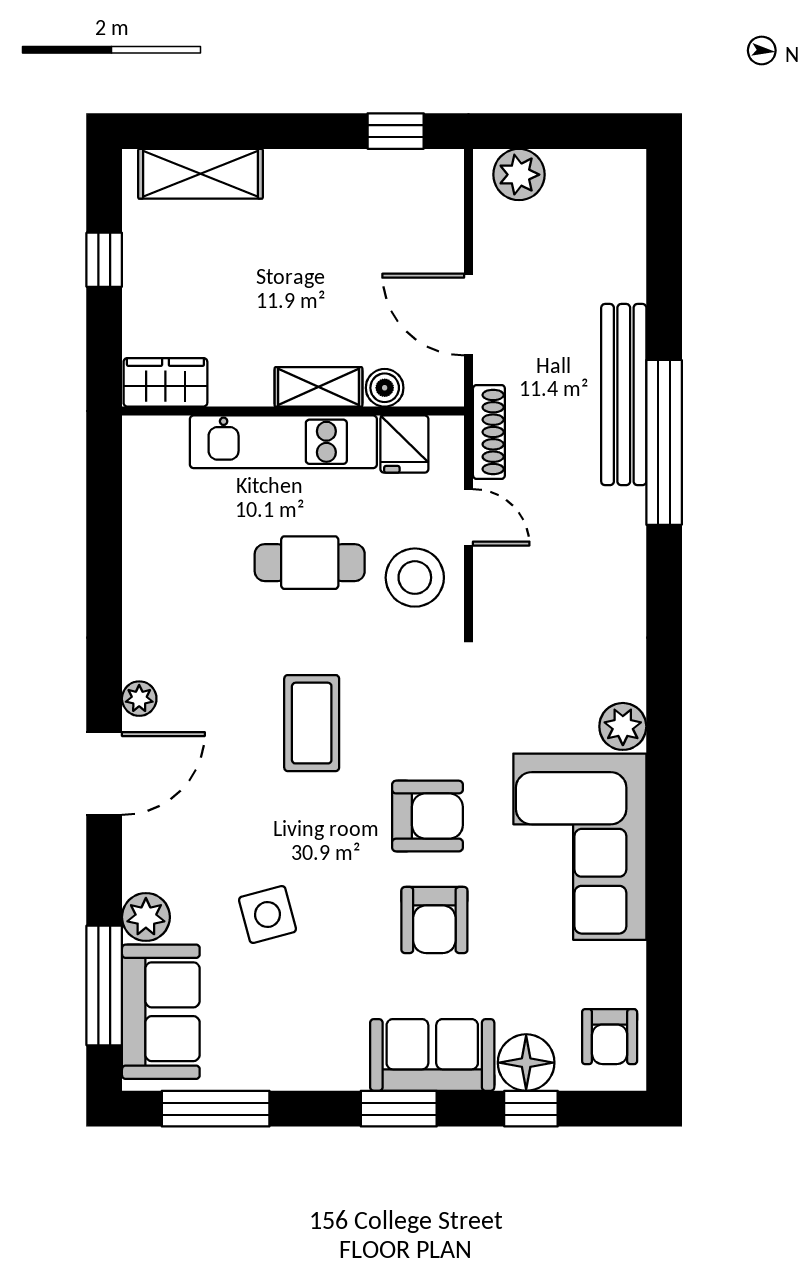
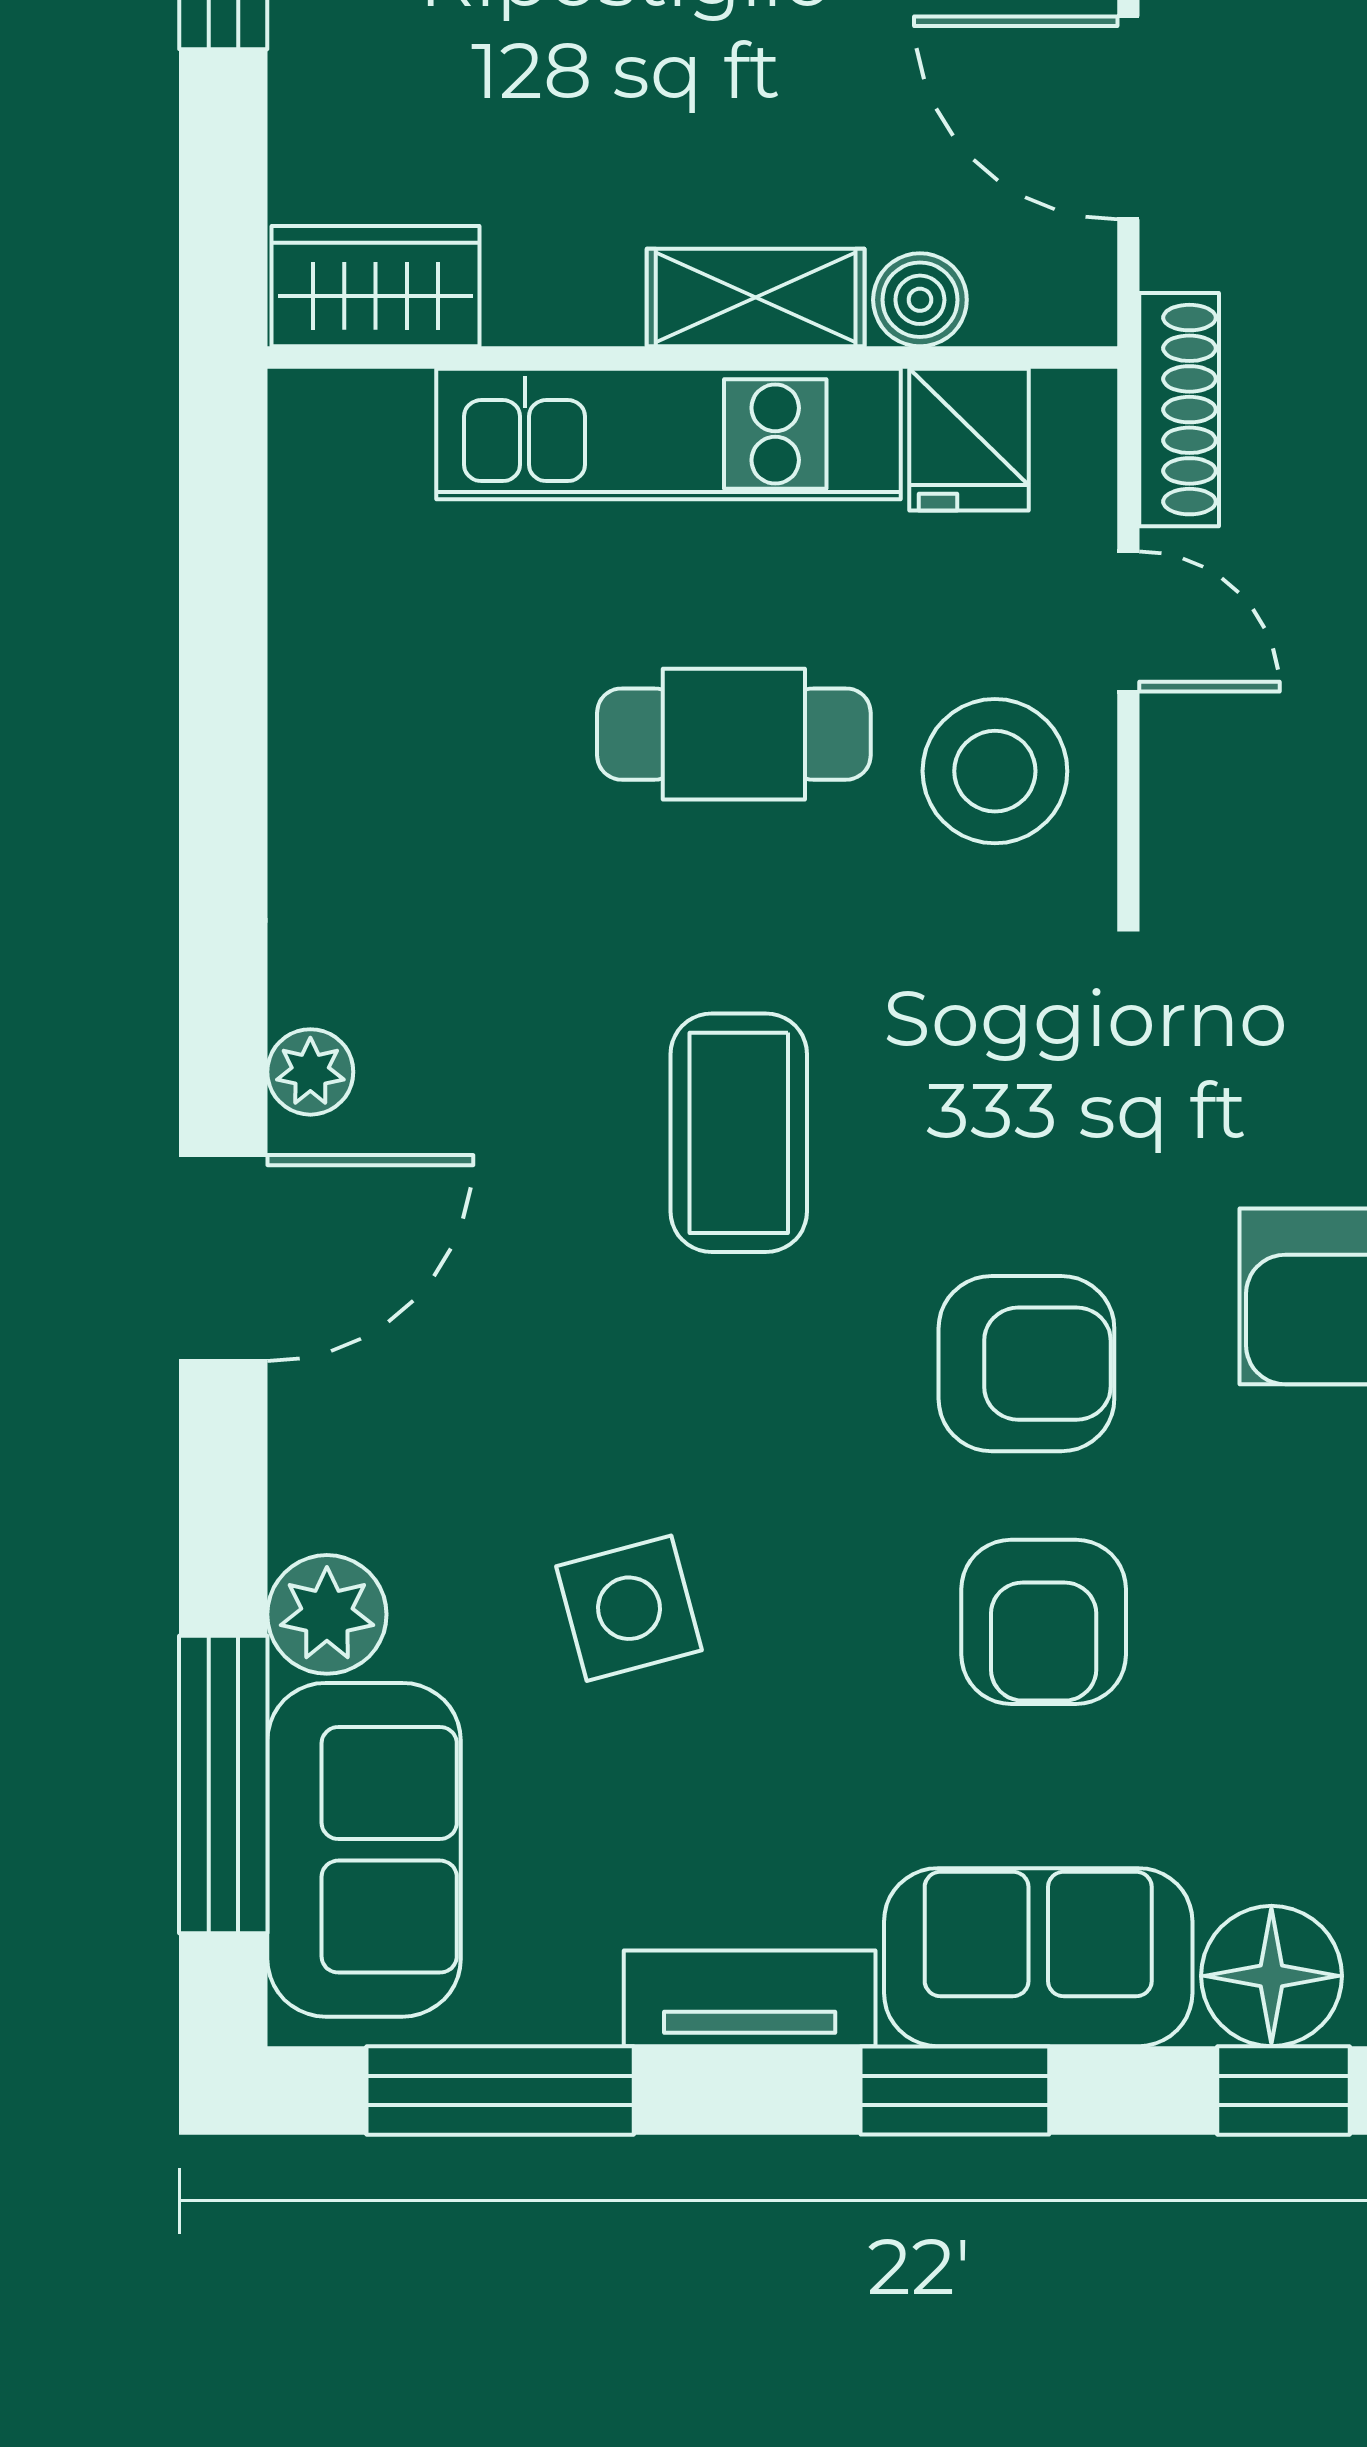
tv unit: (316, 1072) -> (750, 1998), added

